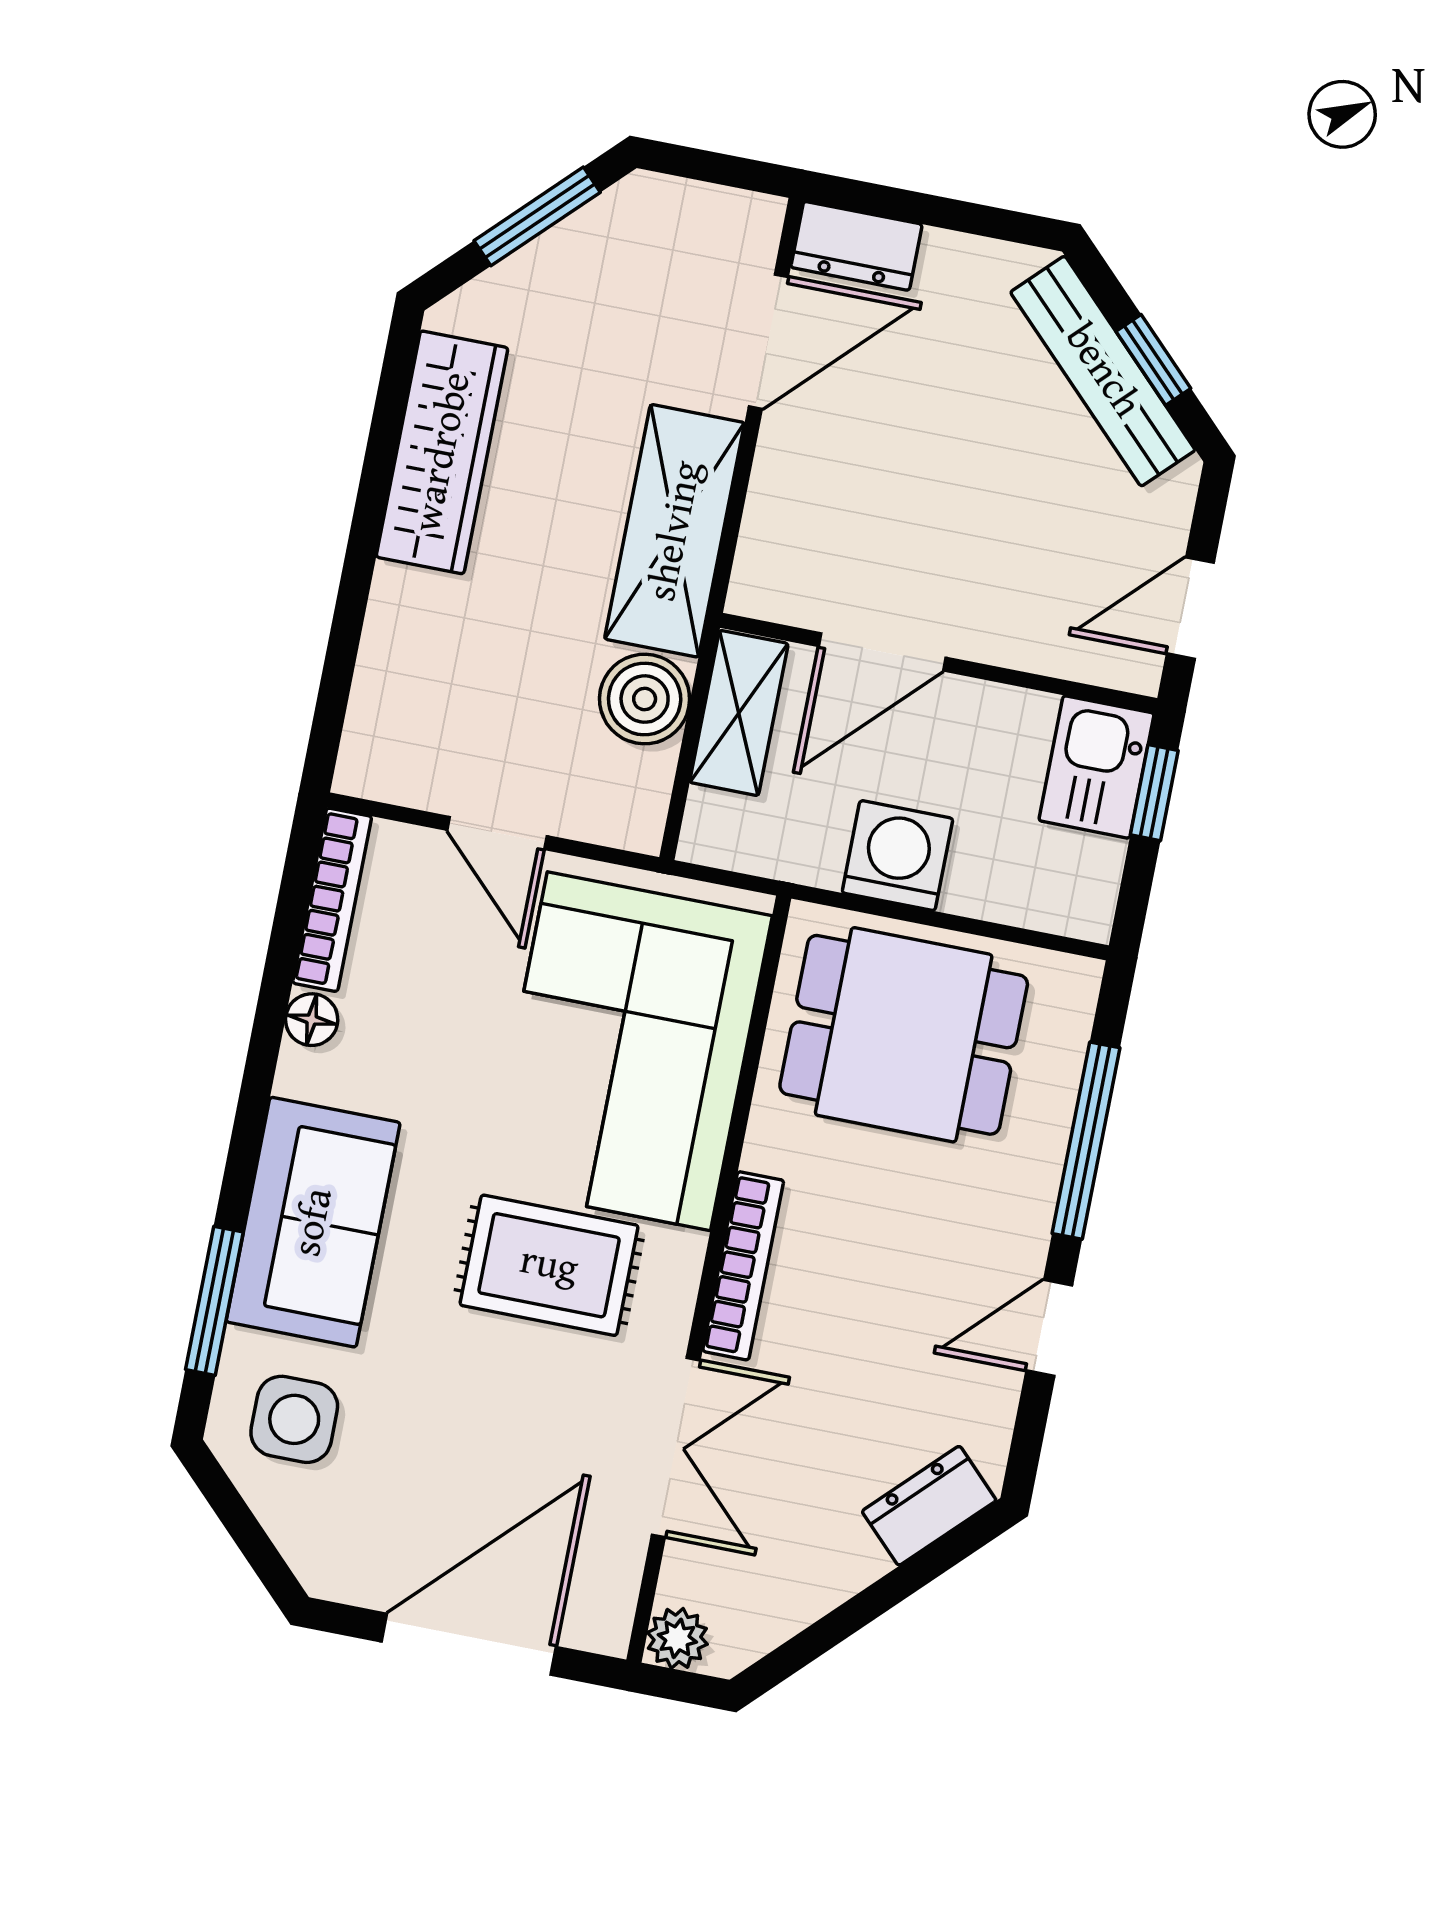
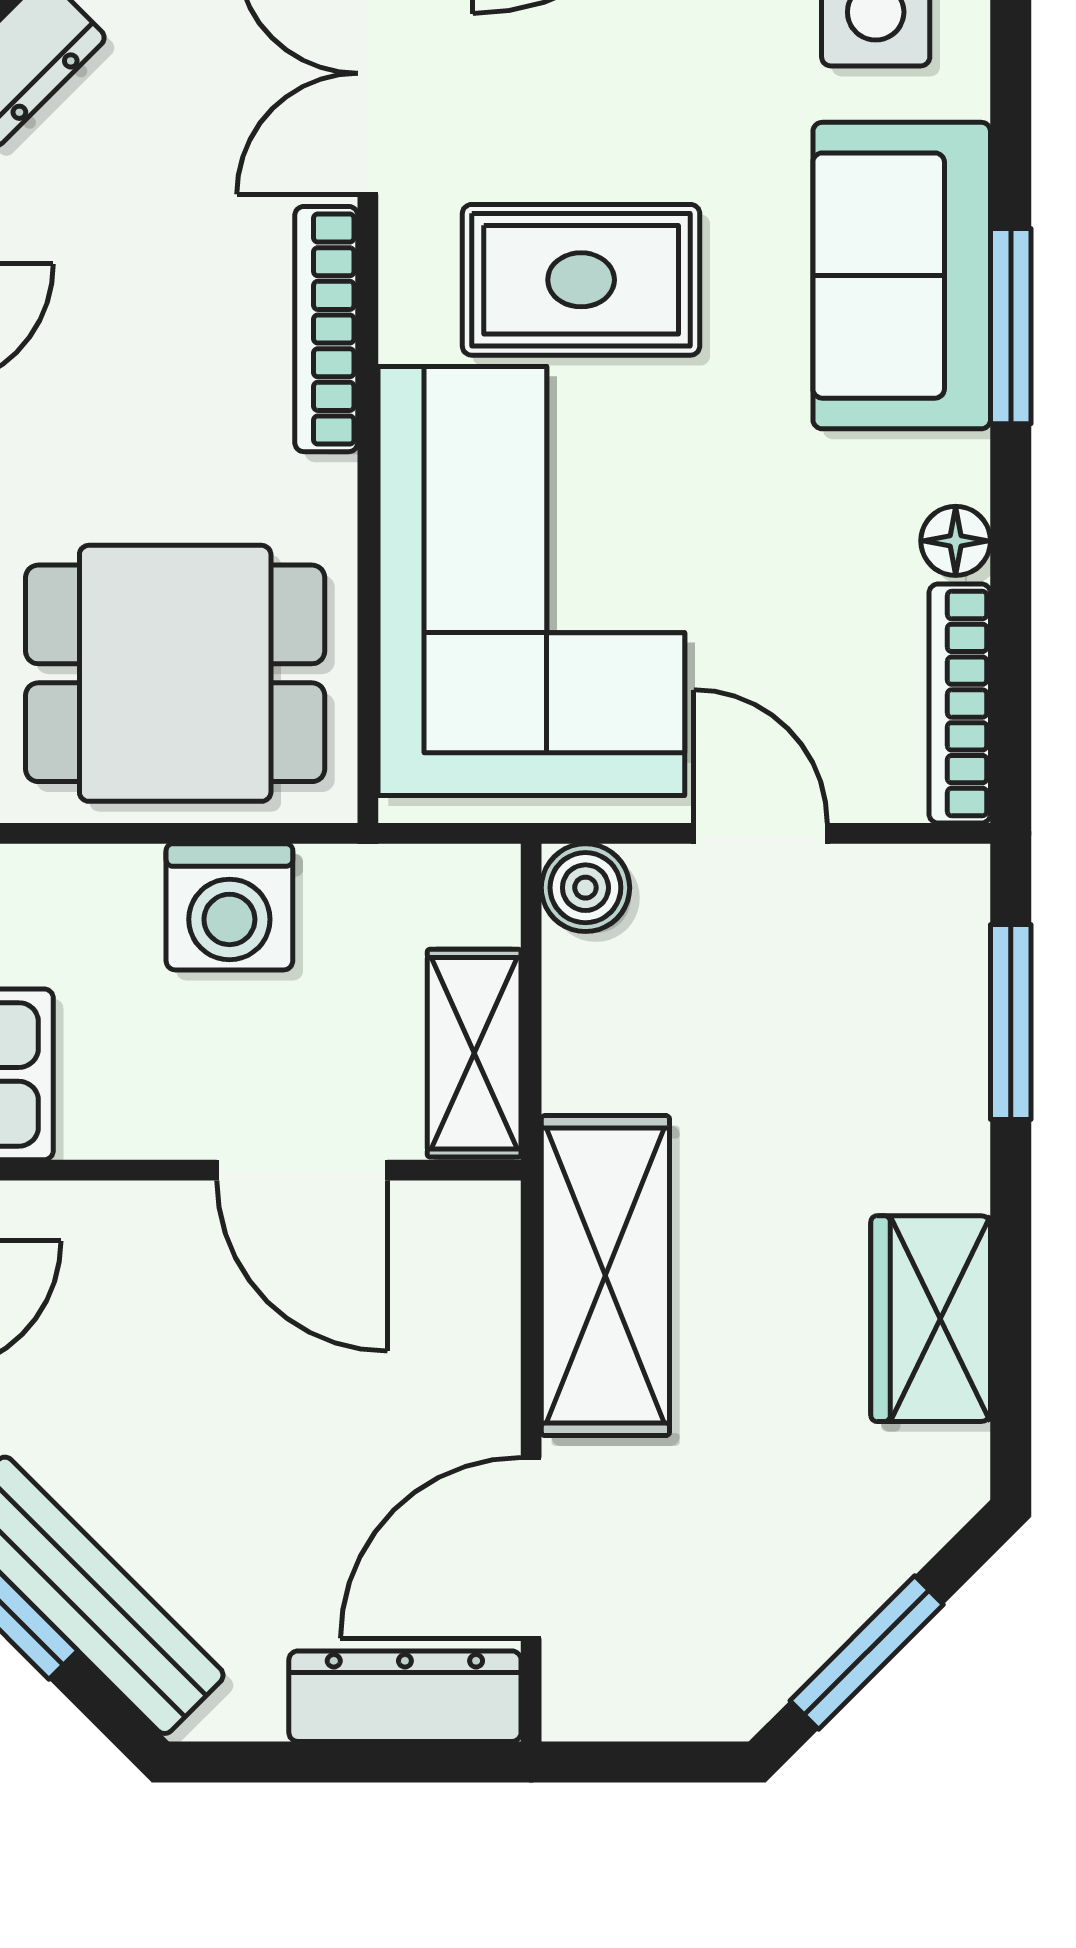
dresser: (856, 246) -> (405, 1696), width x1.44
wardrobe: (442, 452) -> (931, 1319), width x0.67
door: (882, 652) -> (302, 1170), swing flipped
window: (340, 659) -> (1011, 1022), added
boiler: (645, 699) -> (585, 888), moved, width x0.73, depth x0.73
window: (214, 1301) -> (1011, 326), moved

